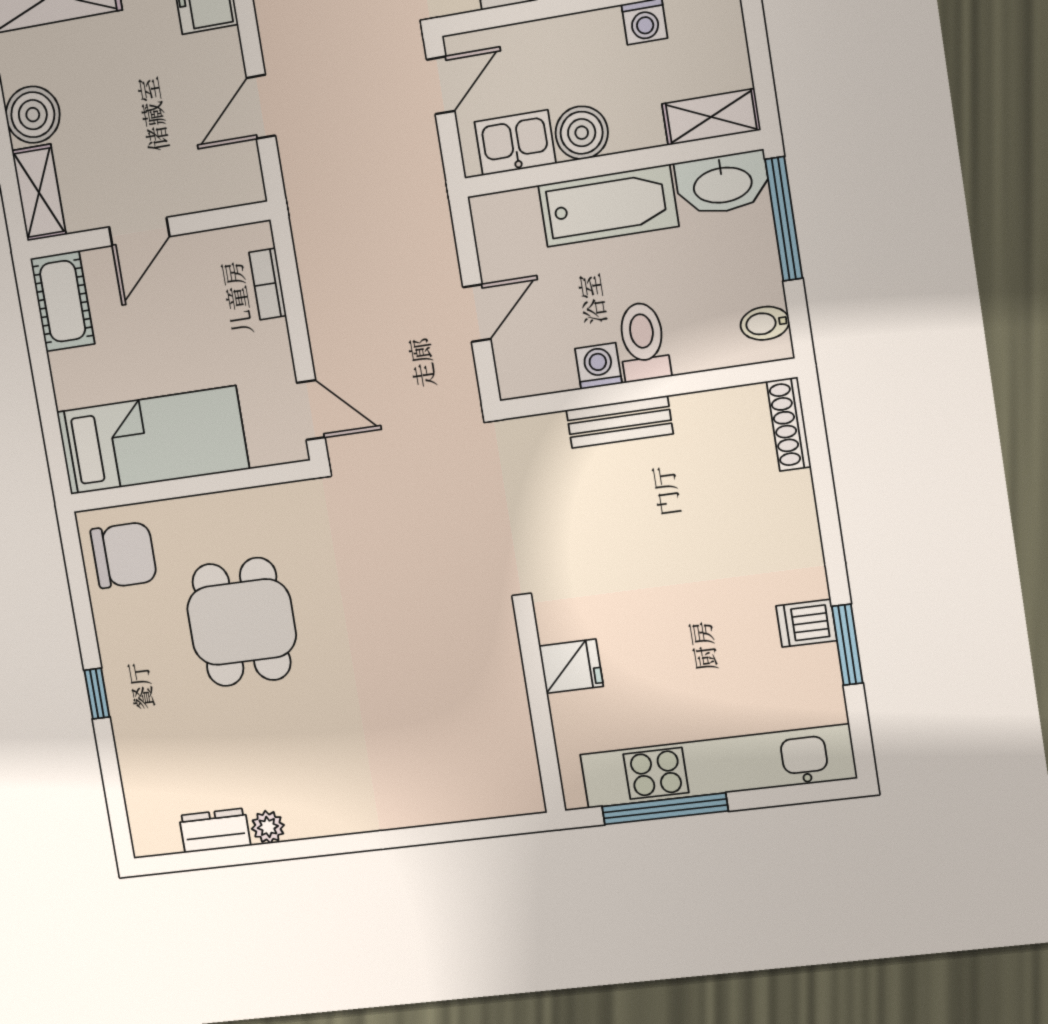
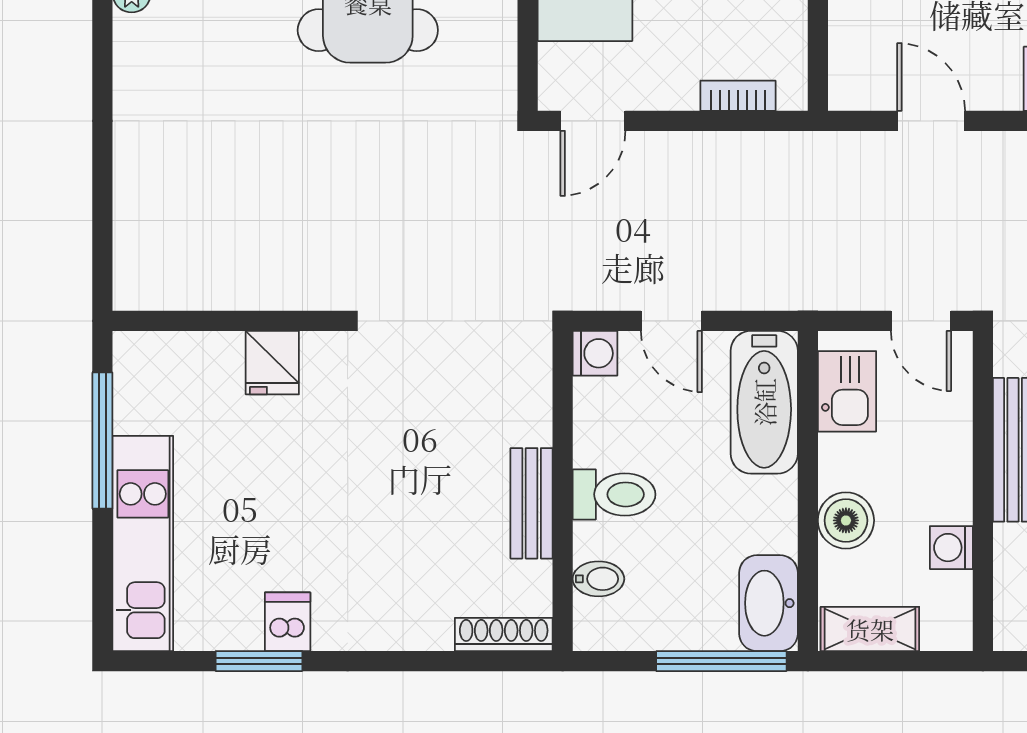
shelving: (711, 117) -> (870, 629), moved, turned 90
boiler: (582, 133) -> (846, 520), moved
bathtub: (608, 206) -> (764, 402), moved
bidet: (765, 323) -> (598, 579), moved, turned 90
washing machine: (598, 366) -> (595, 353), moved
bench: (620, 422) -> (532, 503), moved
kitchen unit: (718, 766) -> (143, 543), width x0.73

